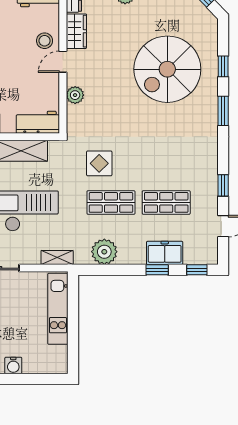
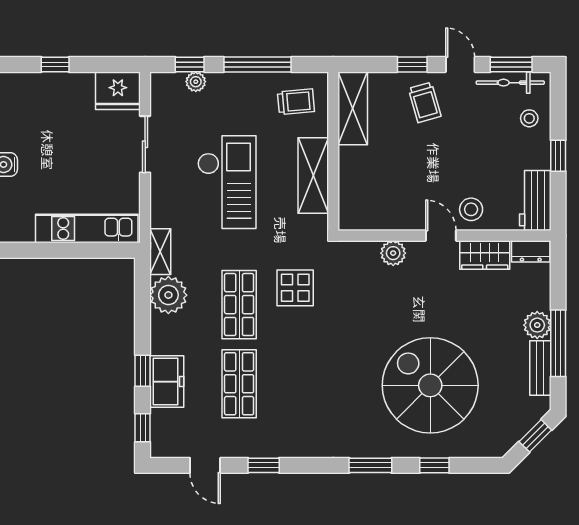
workbench: (38, 122) -> (354, 200), removed
shelving: (57, 257) -> (160, 252), moved

